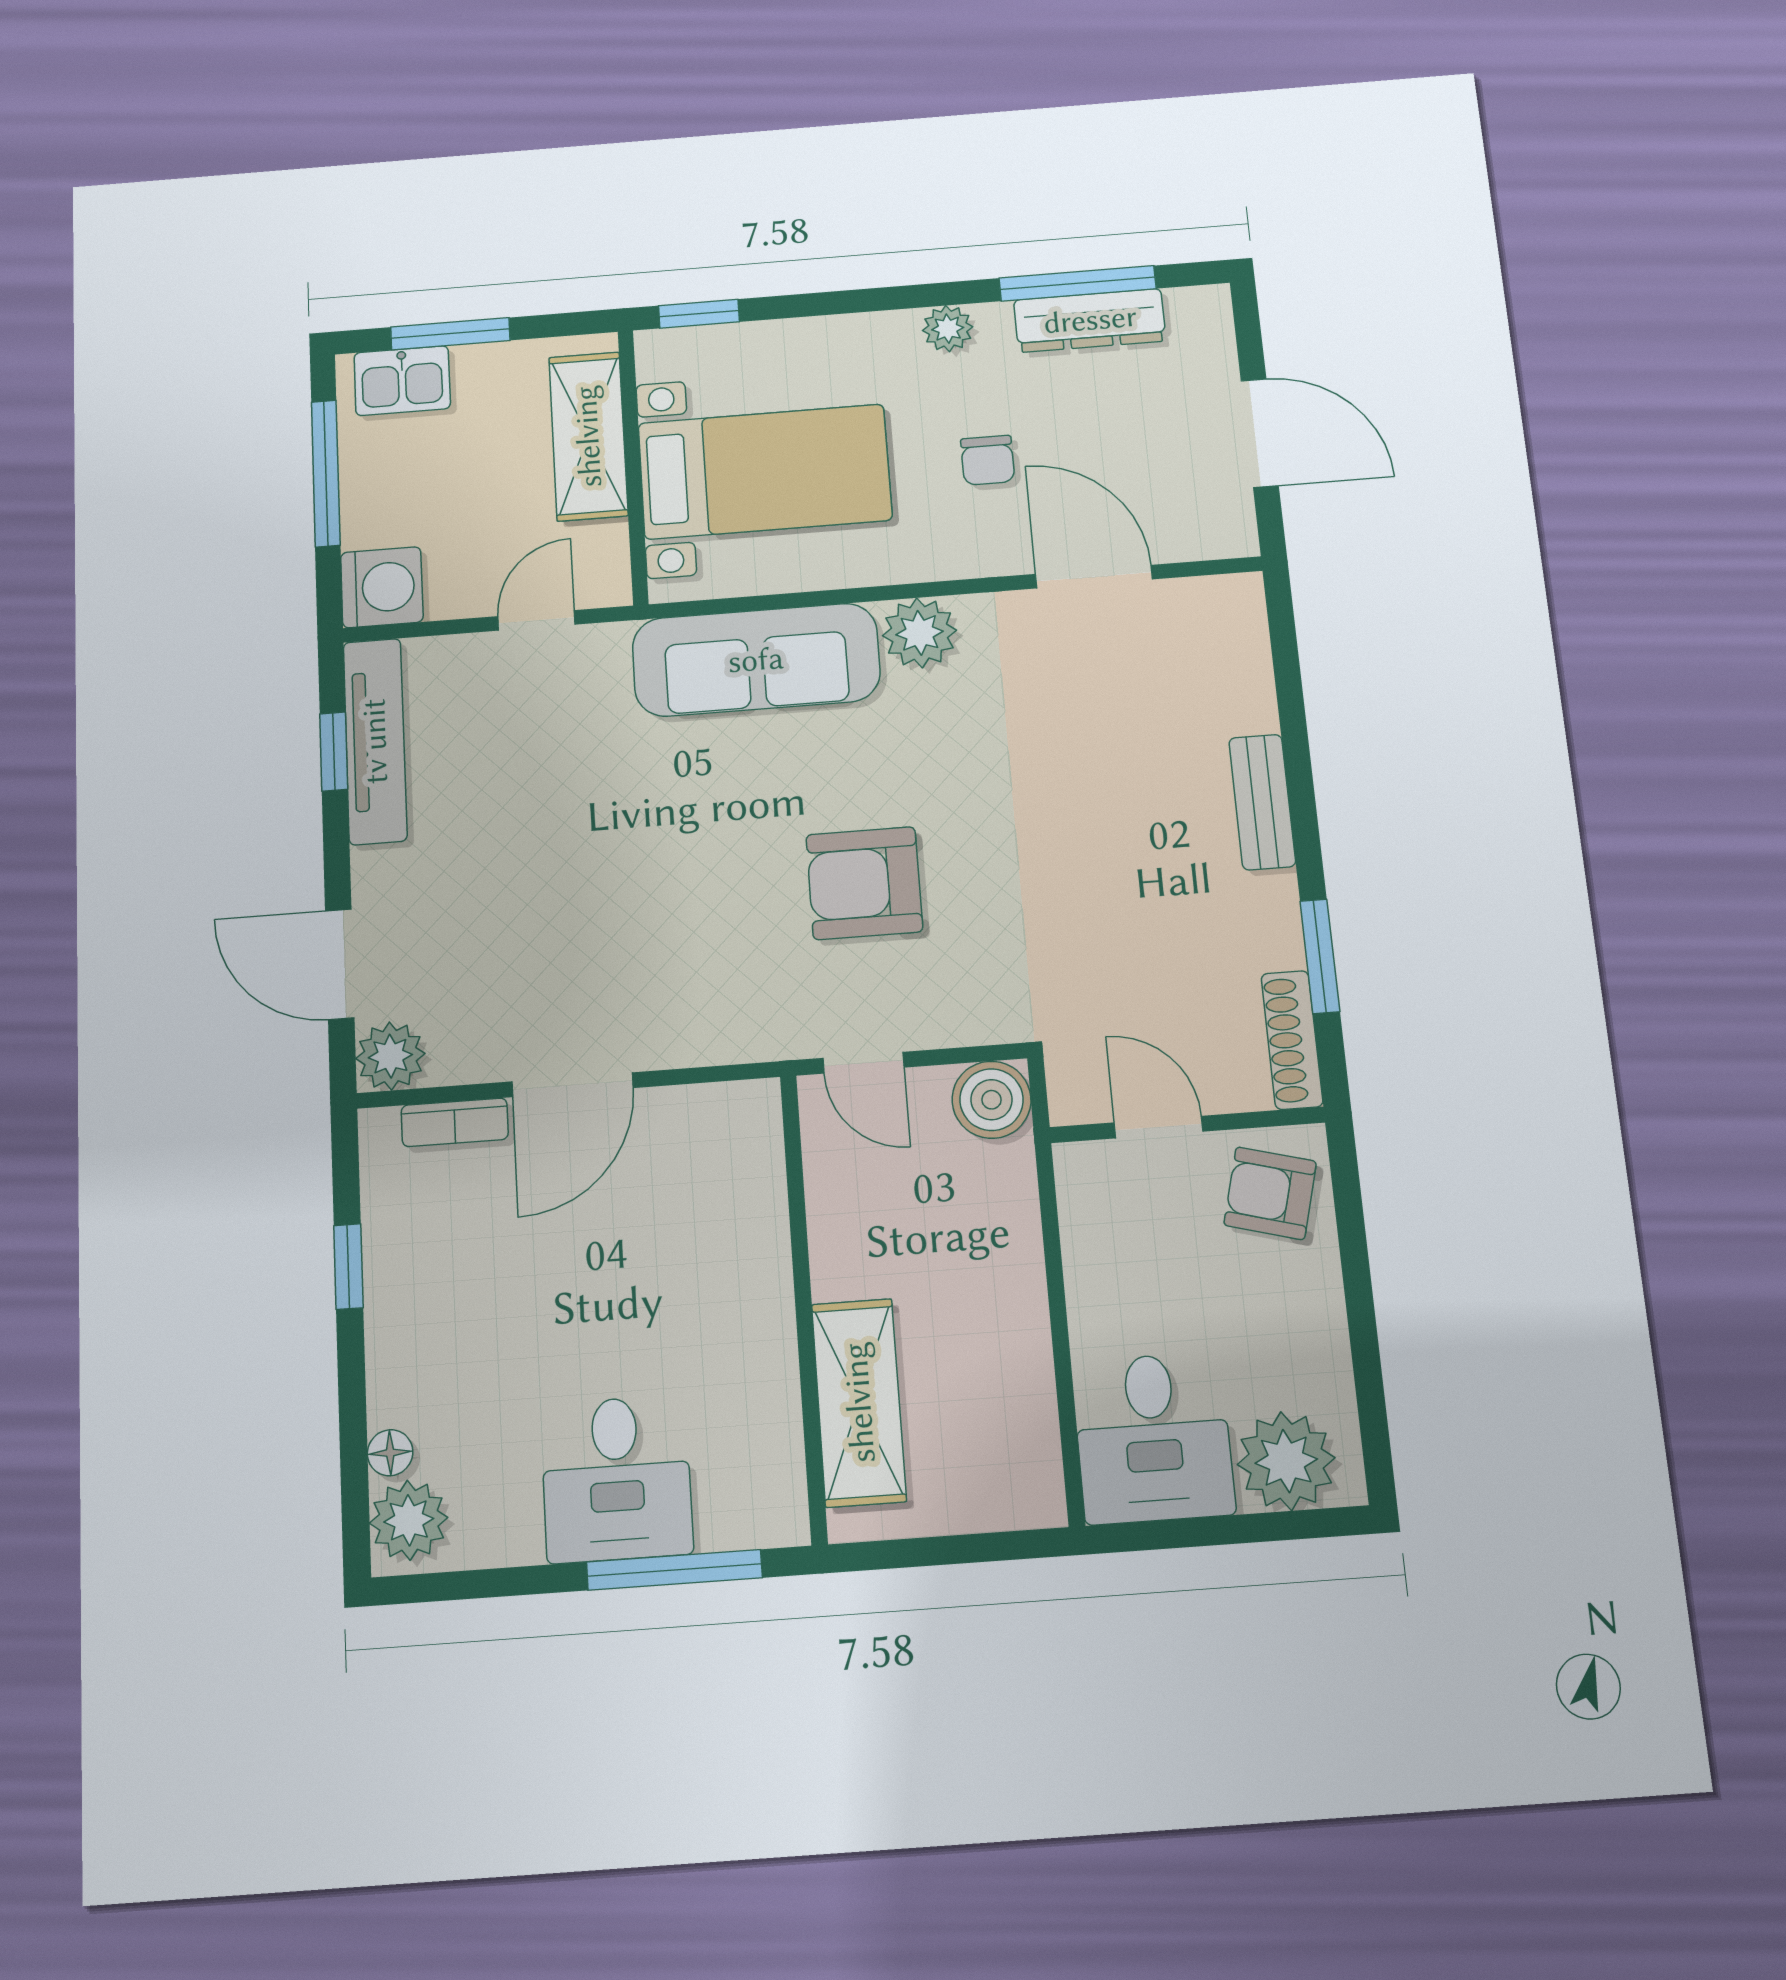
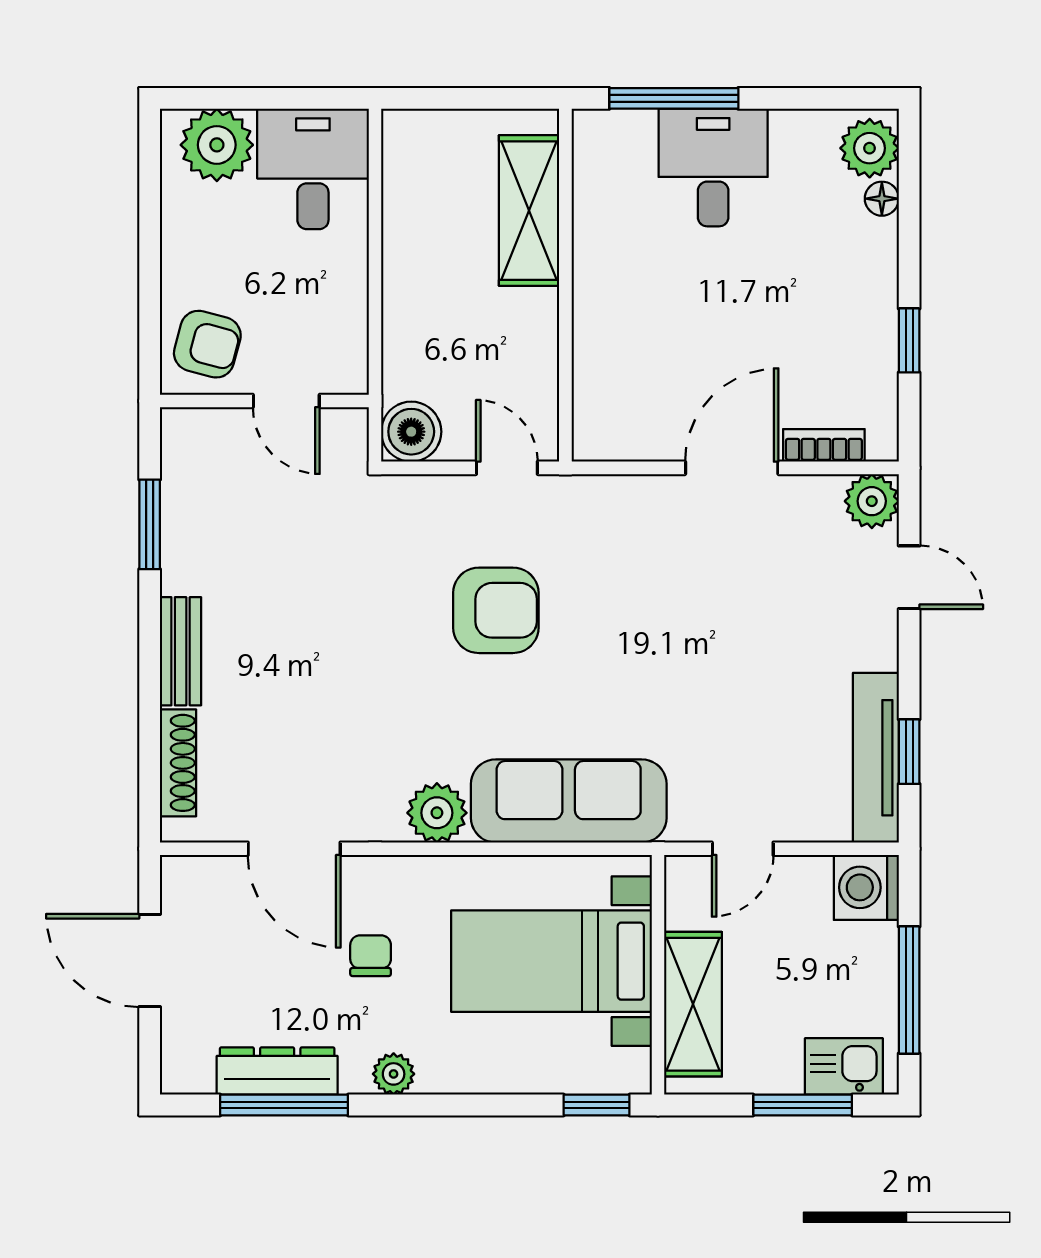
door: (340, 964) -> (909, 577), width x0.73
shoe rack: (1292, 1040) -> (178, 763), moved

